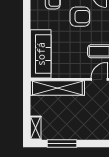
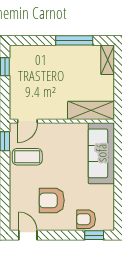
shelving: (57, 88) -> (91, 110), width x0.68

